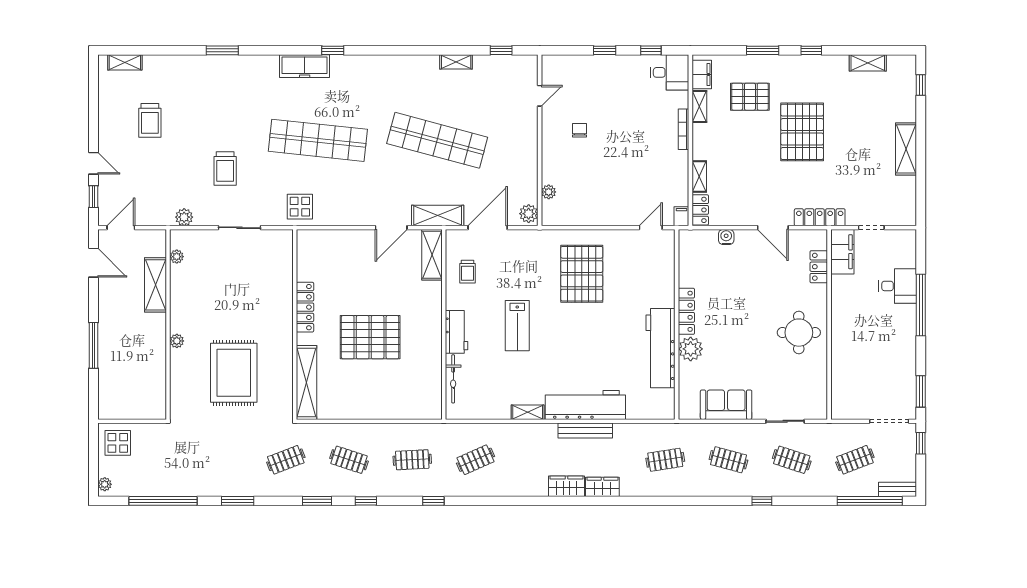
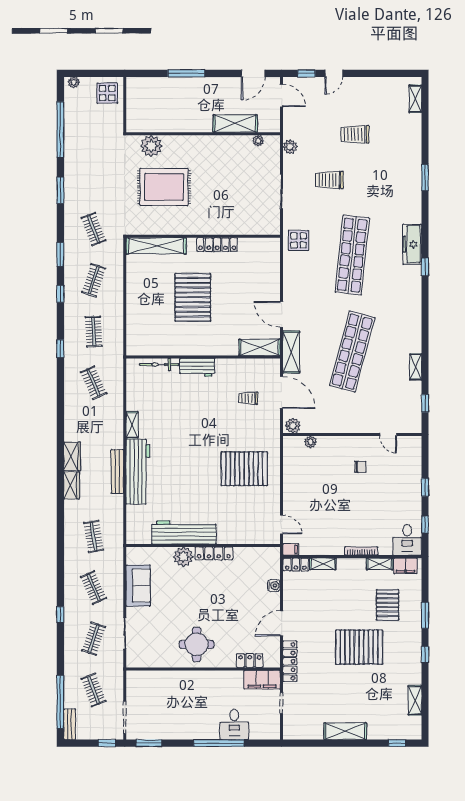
trolley: (150, 120) -> (355, 134), moved
trolley: (467, 272) -> (248, 398), moved
lab bench: (517, 326) -> (202, 416), removed
plant: (177, 341) -> (151, 146), moved, width x1.87, depth x1.87
clothes rail: (728, 460) -> (94, 587), turned -39

